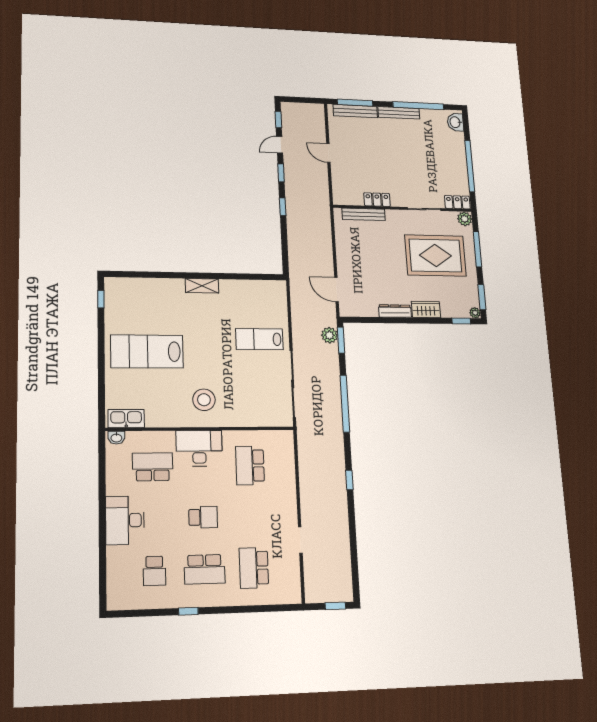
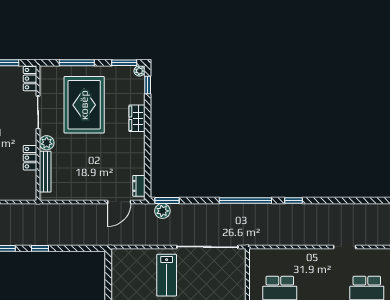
plant: (465, 219) -> (47, 143), moved
dresser: (395, 311) -> (139, 186), moved, width x0.70
window: (345, 404) -> (245, 201), moved

